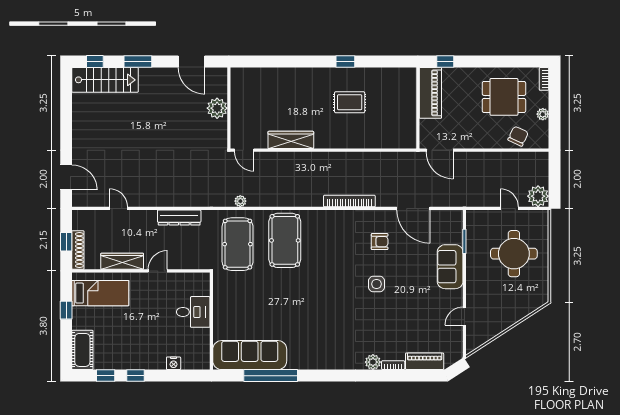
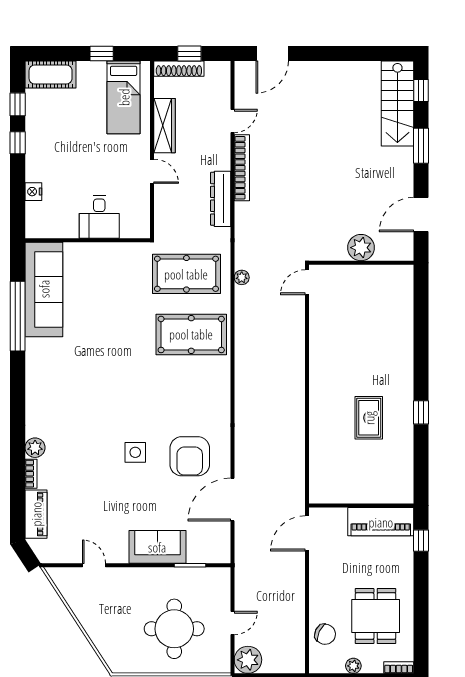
wardrobe: (291, 140) -> (320, 342), removed
bookcase: (349, 201) -> (242, 168), moved
armchair: (380, 242) -> (190, 456), width x1.88, depth x1.88

